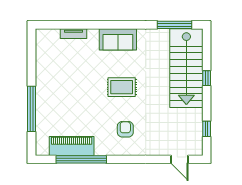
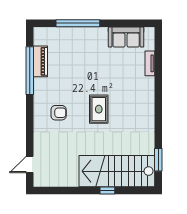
window: (175, 25) -> (158, 160), width x0.69
sofa: (118, 39) -> (126, 37), moved, turned -90
window: (207, 129) -> (59, 190), removed
piano: (72, 146) -> (40, 61), width x0.73, depth x0.75

